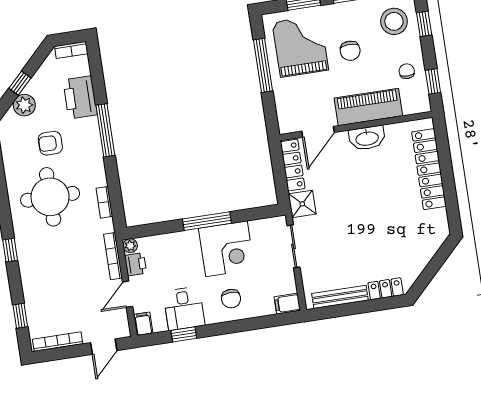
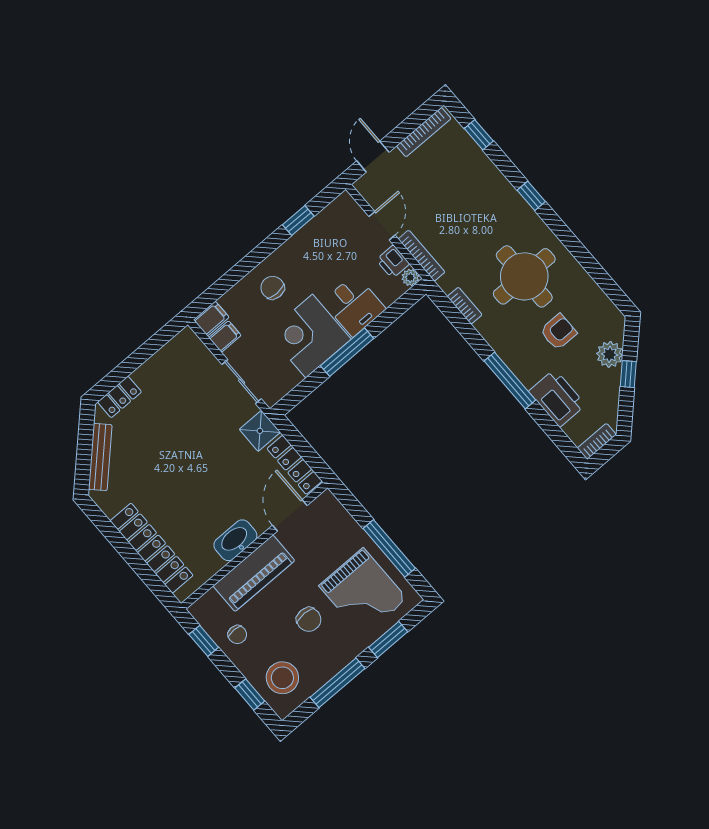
chair: (350, 51) -> (309, 619), turned 180
bench: (340, 297) -> (100, 457), moved, turned -45
desk: (184, 308) -> (354, 305), moved, turned 180
filing cabinet: (143, 324) -> (225, 337), moved, turned -90

